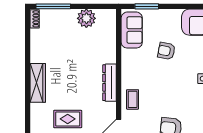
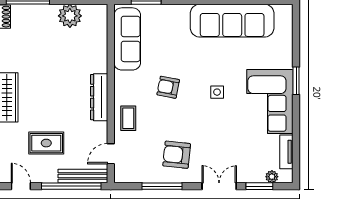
sofa: (132, 30) -> (127, 39), width x1.36
armchair: (166, 51) -> (168, 87), moved

